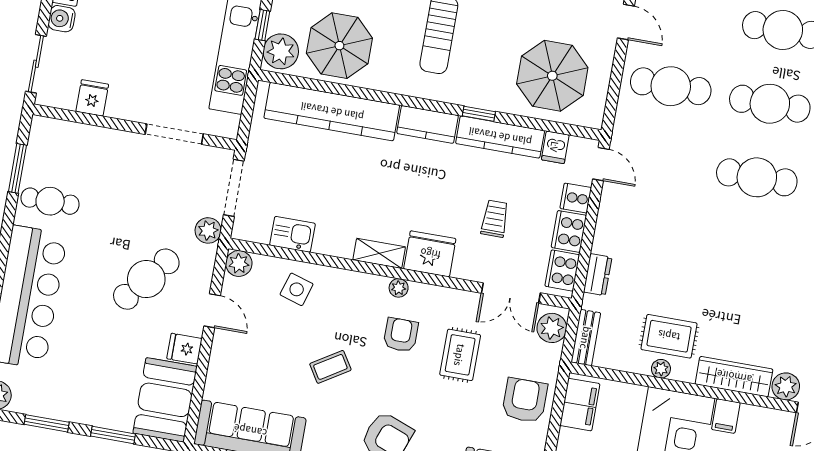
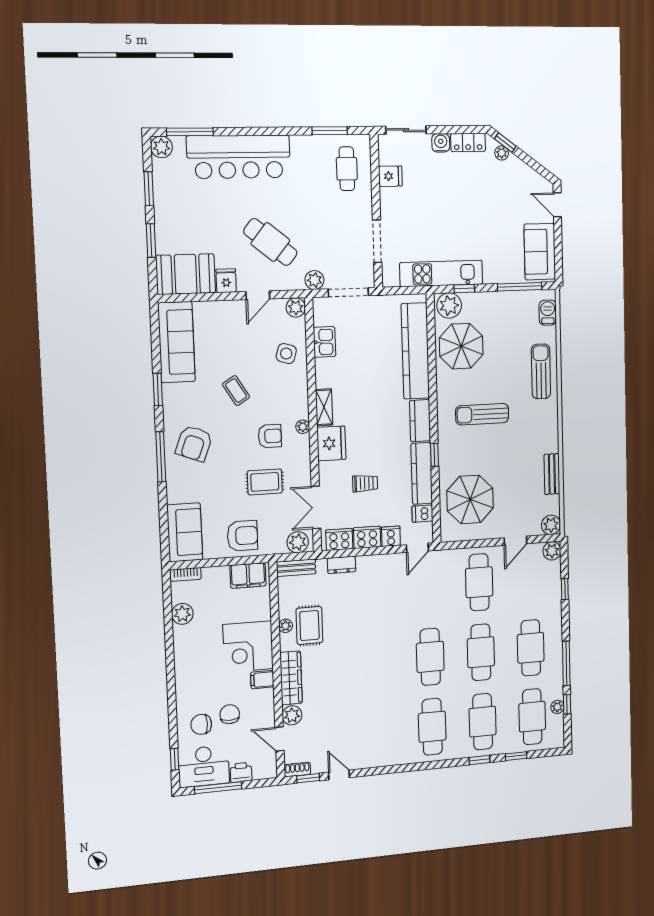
cafe table: (50, 201) -> (347, 169), moved

